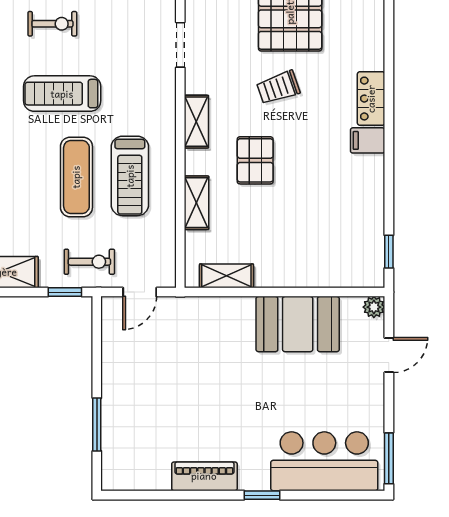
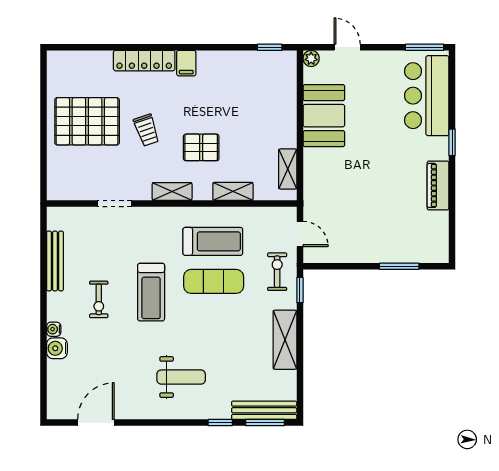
exercise bike: (52, 24) -> (99, 299), turned 180
locker: (371, 99) -> (144, 61), width x1.53

